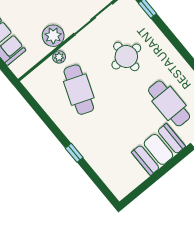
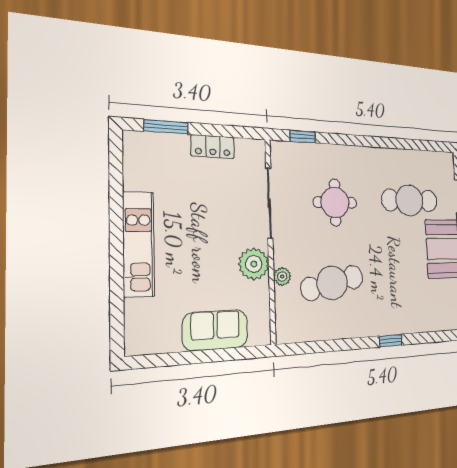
cafe table: (79, 90) -> (332, 283), turned -33

